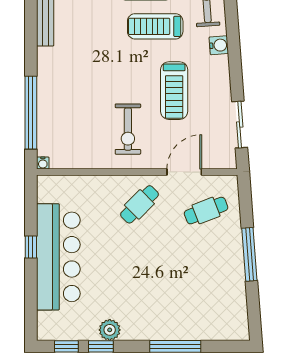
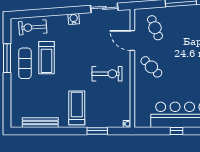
water cooler: (219, 45) -> (74, 19), moved
treadmill: (174, 91) -> (77, 108), moved, turned -90
window: (31, 113) -> (97, 131), width x0.47

